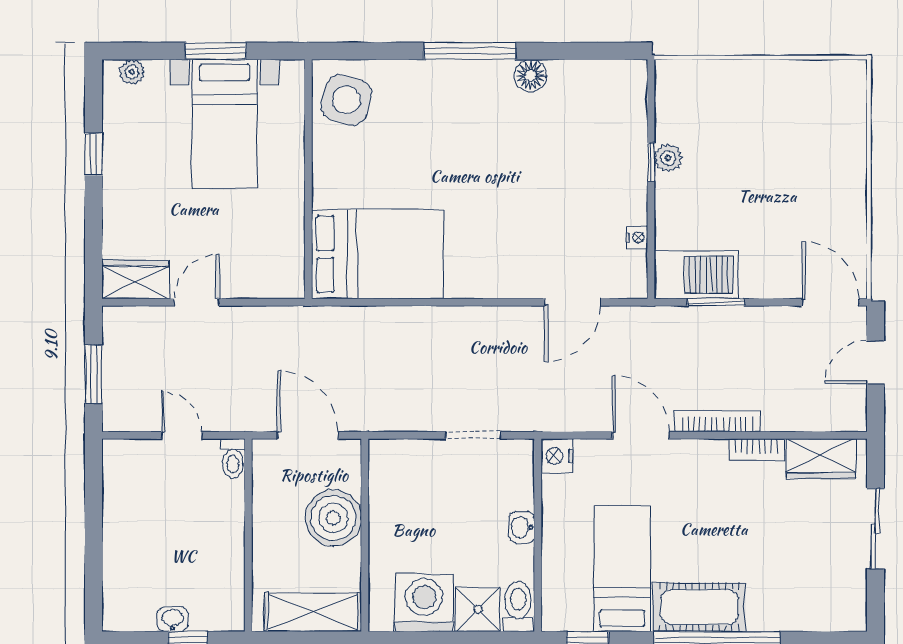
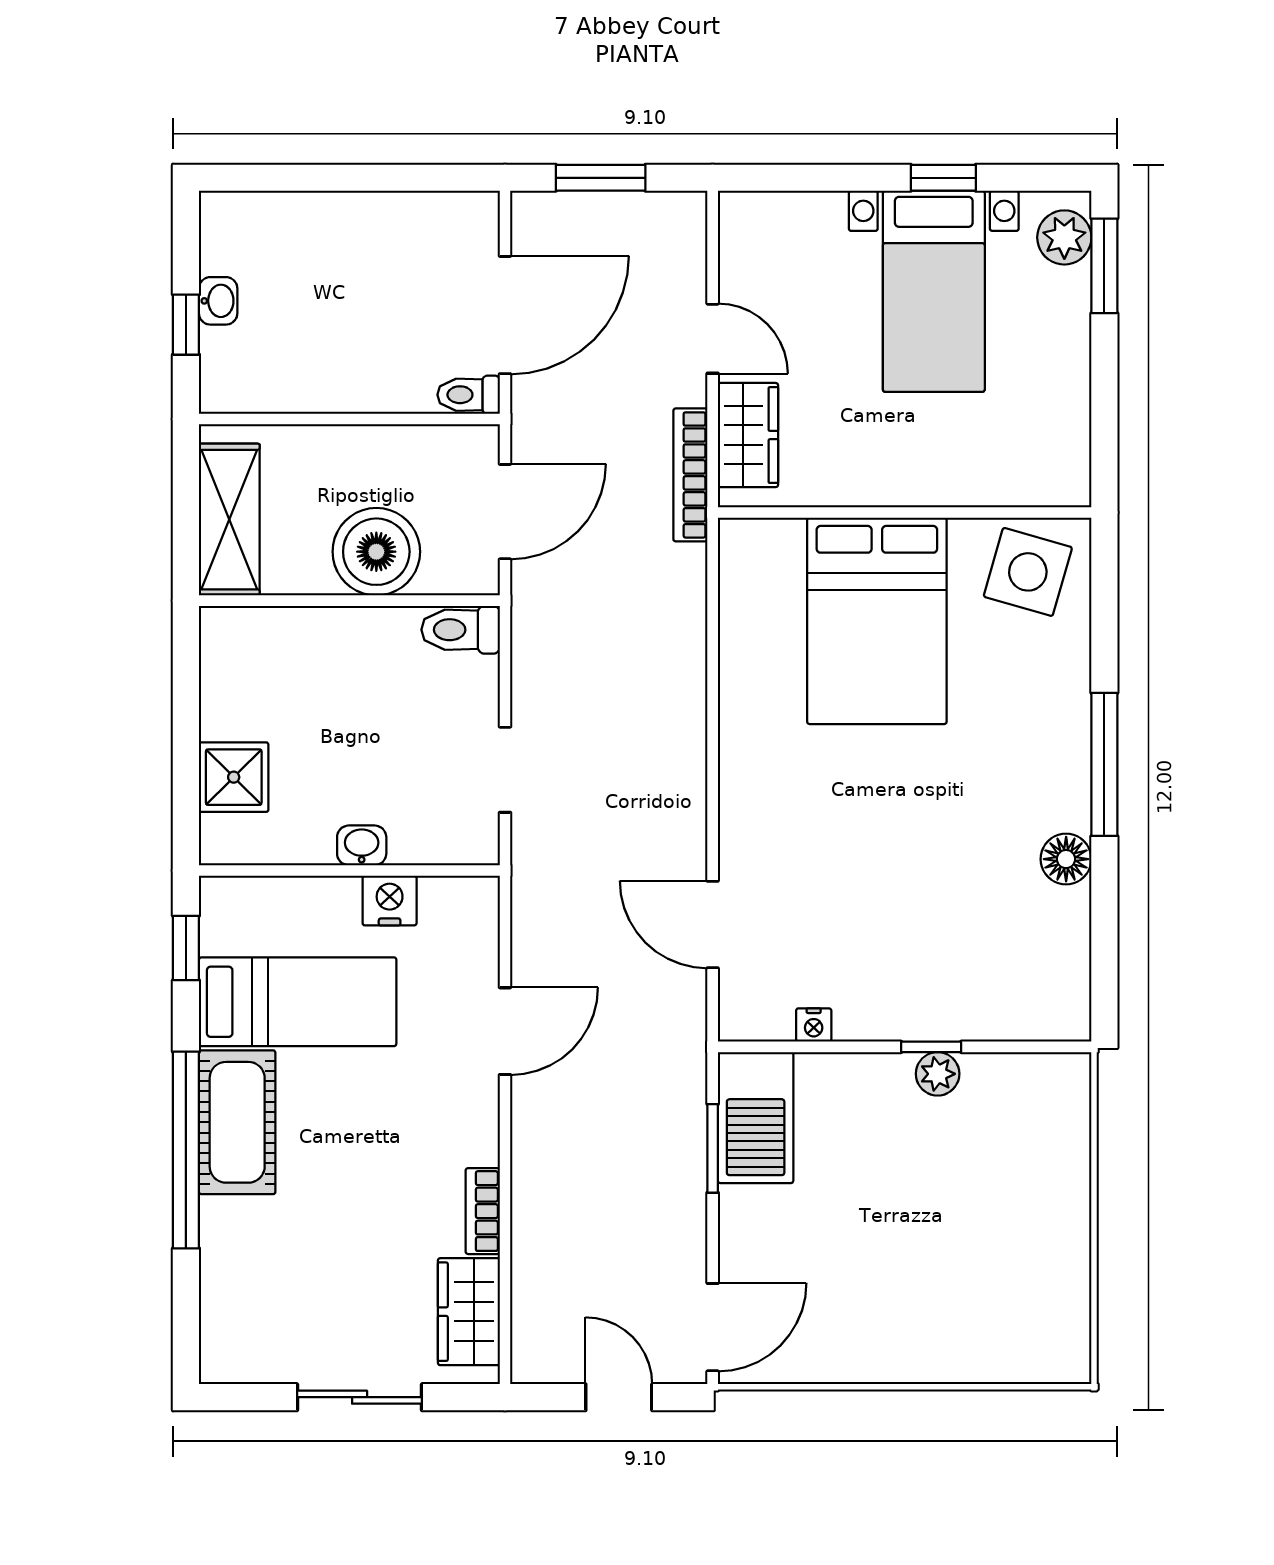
window: (216, 51) -> (1104, 266), moved
plant: (132, 72) -> (1064, 237), width x1.38, depth x1.38
bed with nightstands: (225, 124) -> (934, 291), moved, turned -90
bed: (378, 254) -> (877, 621), moved
wardrobe: (135, 279) -> (748, 435), moved
bookcase: (717, 421) -> (690, 475), moved, turned 180
door: (182, 435) -> (505, 315), width x1.88
nightstand: (557, 456) -> (390, 901), moved
washing machine: (424, 603) -> (244, 693), removed
toilet: (518, 606) -> (461, 630), moved, turned 180

